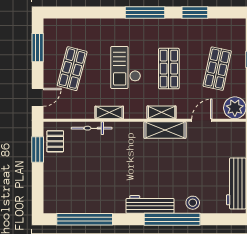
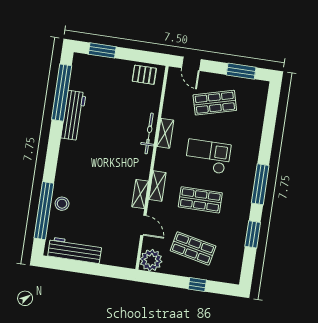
shop shelf: (72, 69) -> (215, 103), turned -30
bicycle: (92, 128) -> (149, 133), moved
shelving: (165, 130) -> (140, 194), width x0.67, depth x0.75
window: (38, 150) -> (102, 50), moved
workbench: (150, 204) -> (73, 115), moved
window: (172, 219) -> (44, 211), moved

